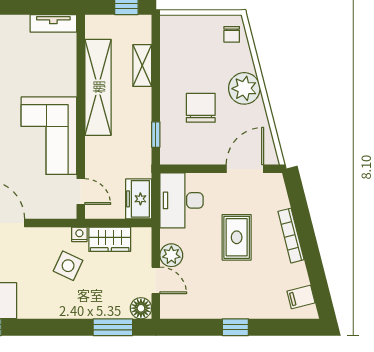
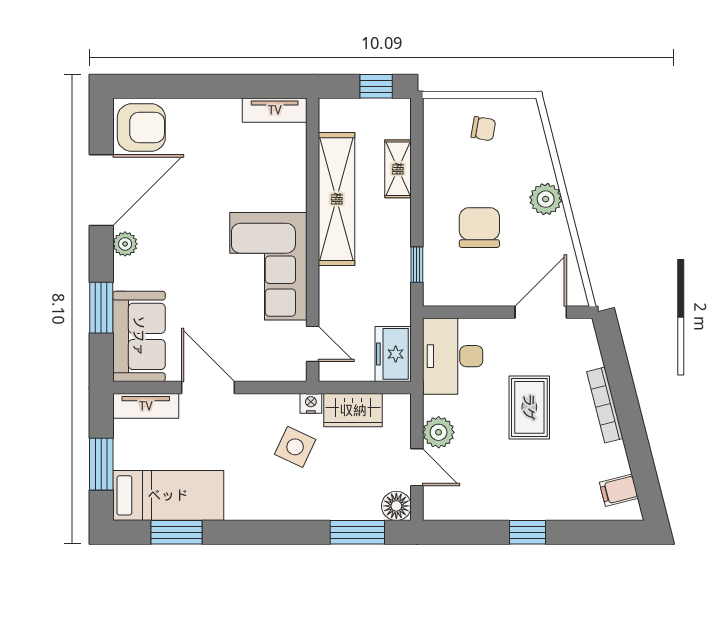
chair: (232, 34) -> (483, 129), moved, turned -80
plant: (244, 88) -> (546, 199), width x0.73, depth x0.73

